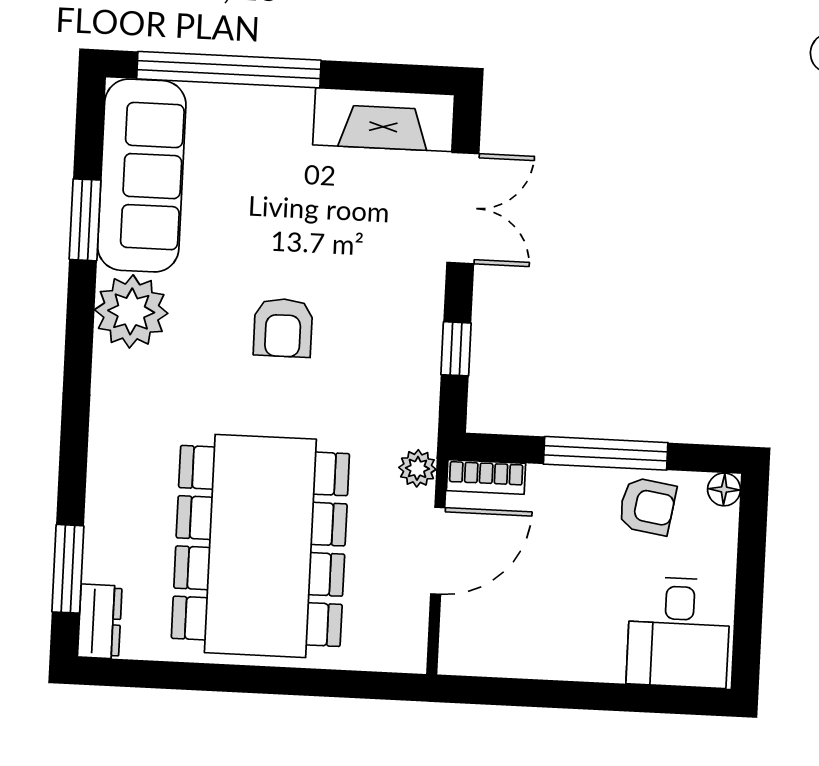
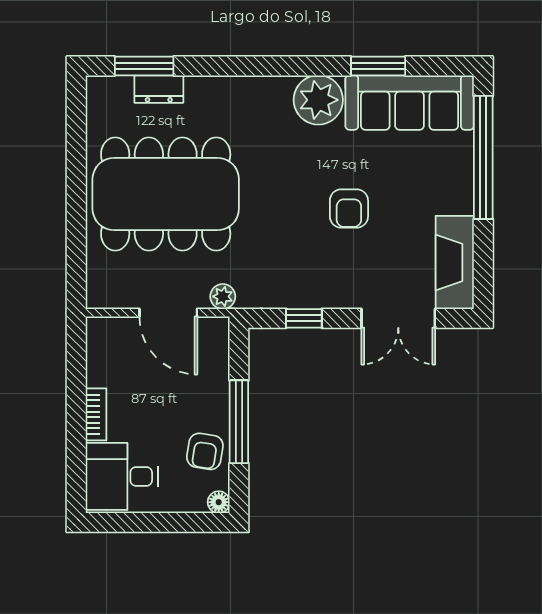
armchair: (283, 328) -> (349, 208), moved, turned -90
bookcase: (486, 477) -> (96, 414), moved, turned 180
dresser: (100, 621) -> (159, 89), moved

